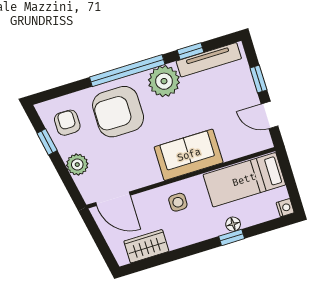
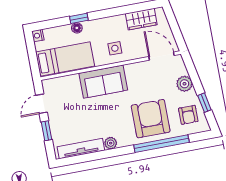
window: (191, 51) -> (93, 156), removed
window: (127, 71) -> (161, 144), moved
plant: (164, 81) -> (111, 143), width x0.53, depth x0.53
armchair: (118, 112) -> (151, 119), turned -90
door: (270, 115) -> (42, 104), swing flipped

